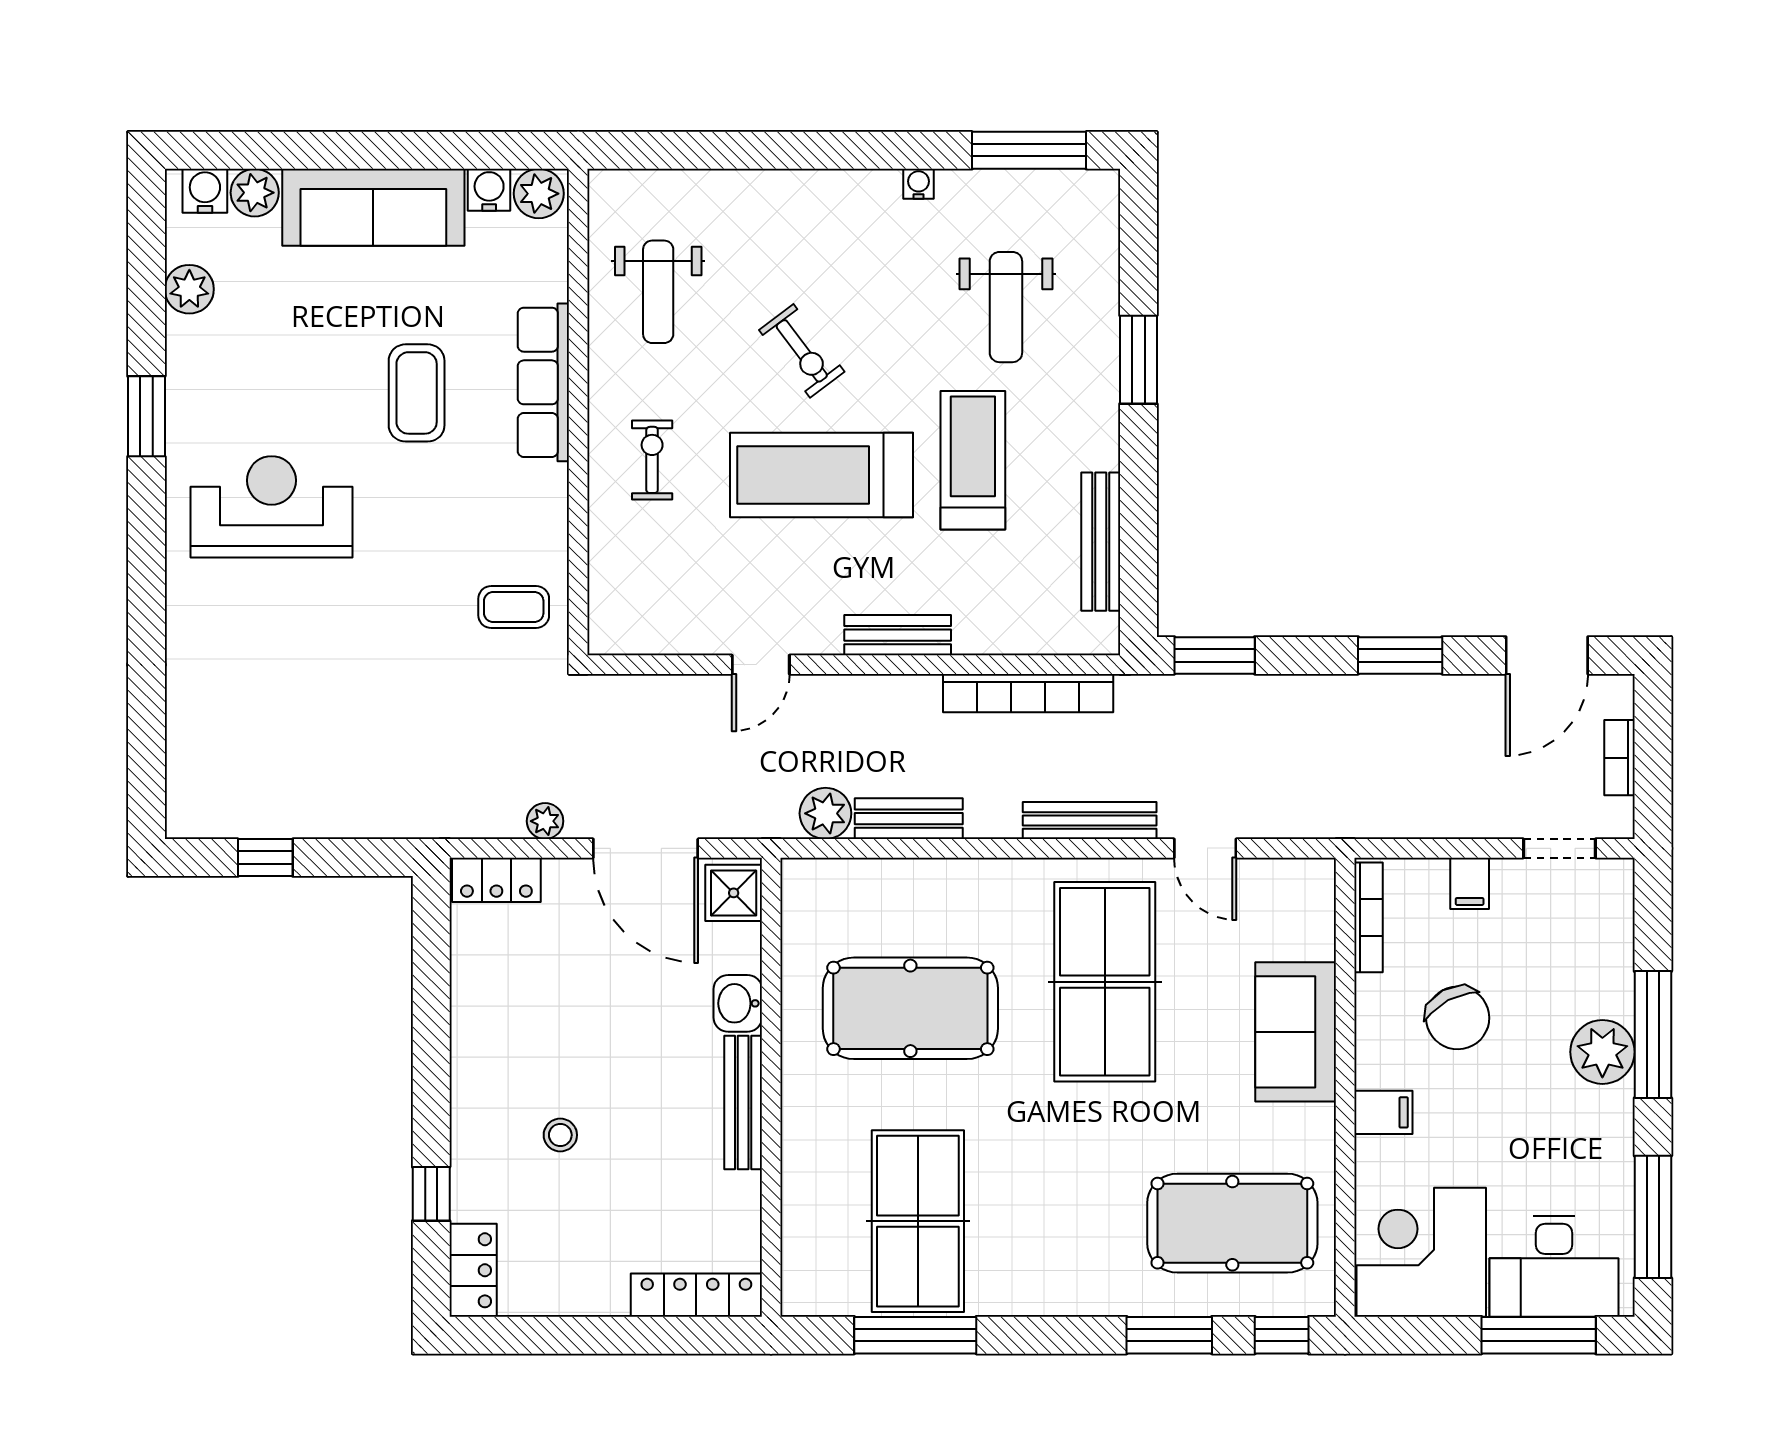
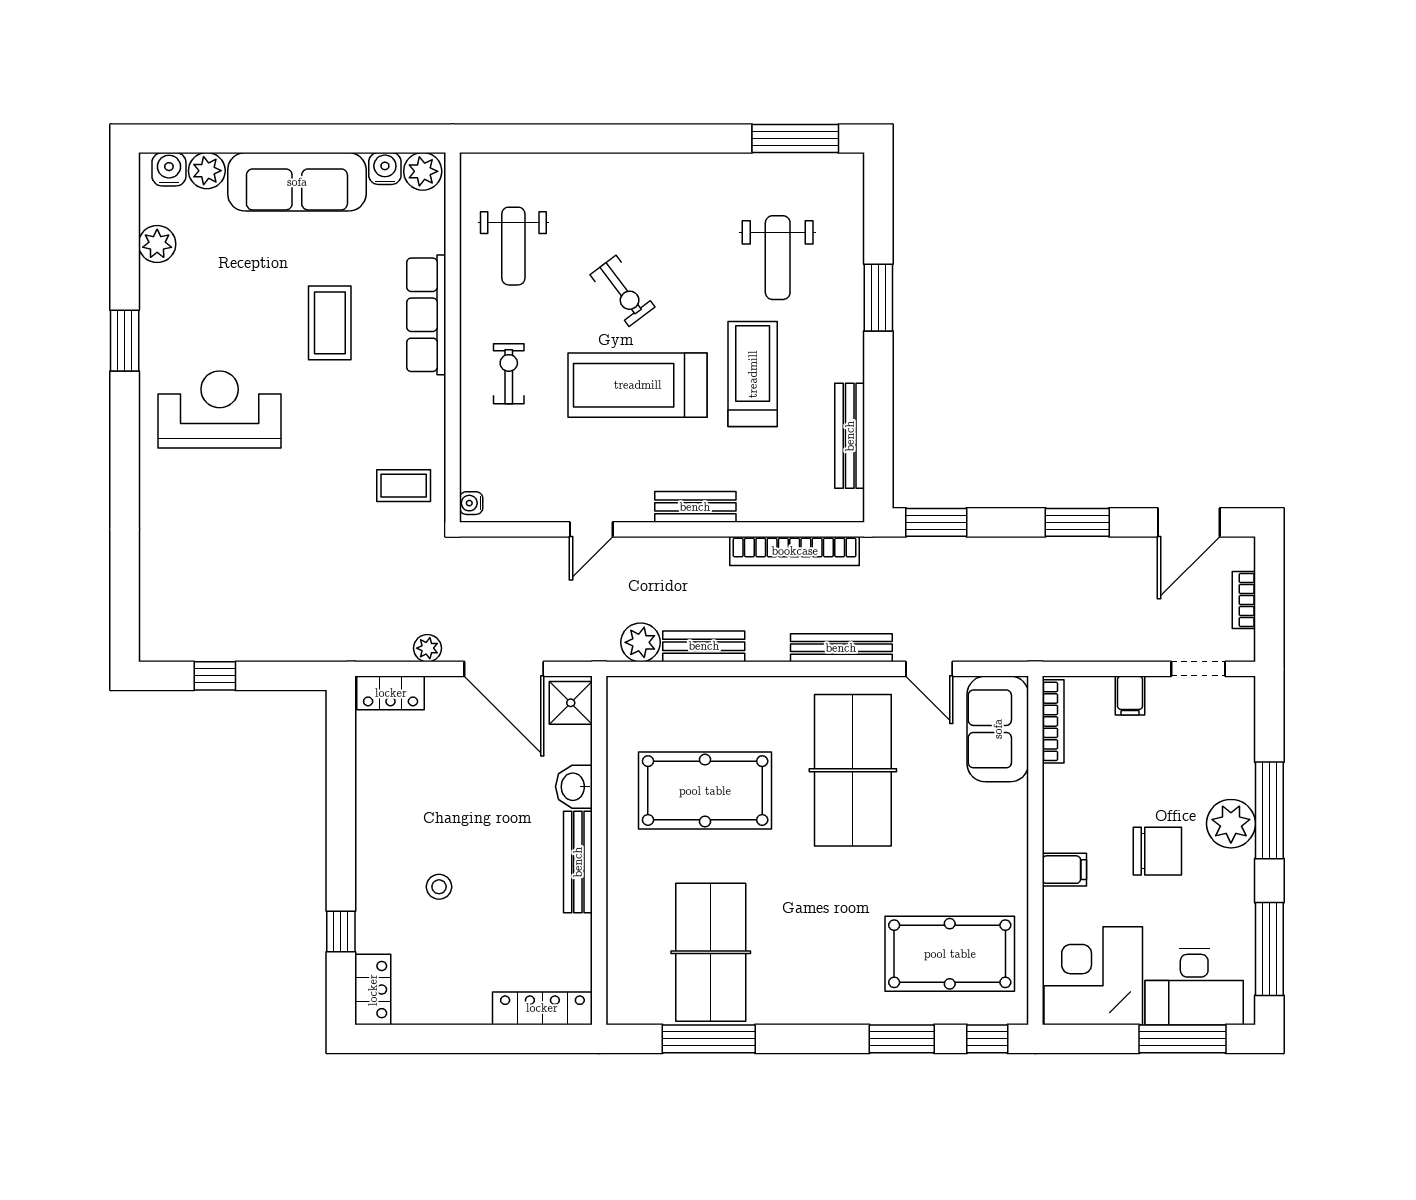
water cooler: (919, 184) -> (471, 503), moved, turned -90
chair: (1458, 1018) -> (1157, 851), moved, turned -62
sofa: (1296, 1032) -> (998, 729), moved

